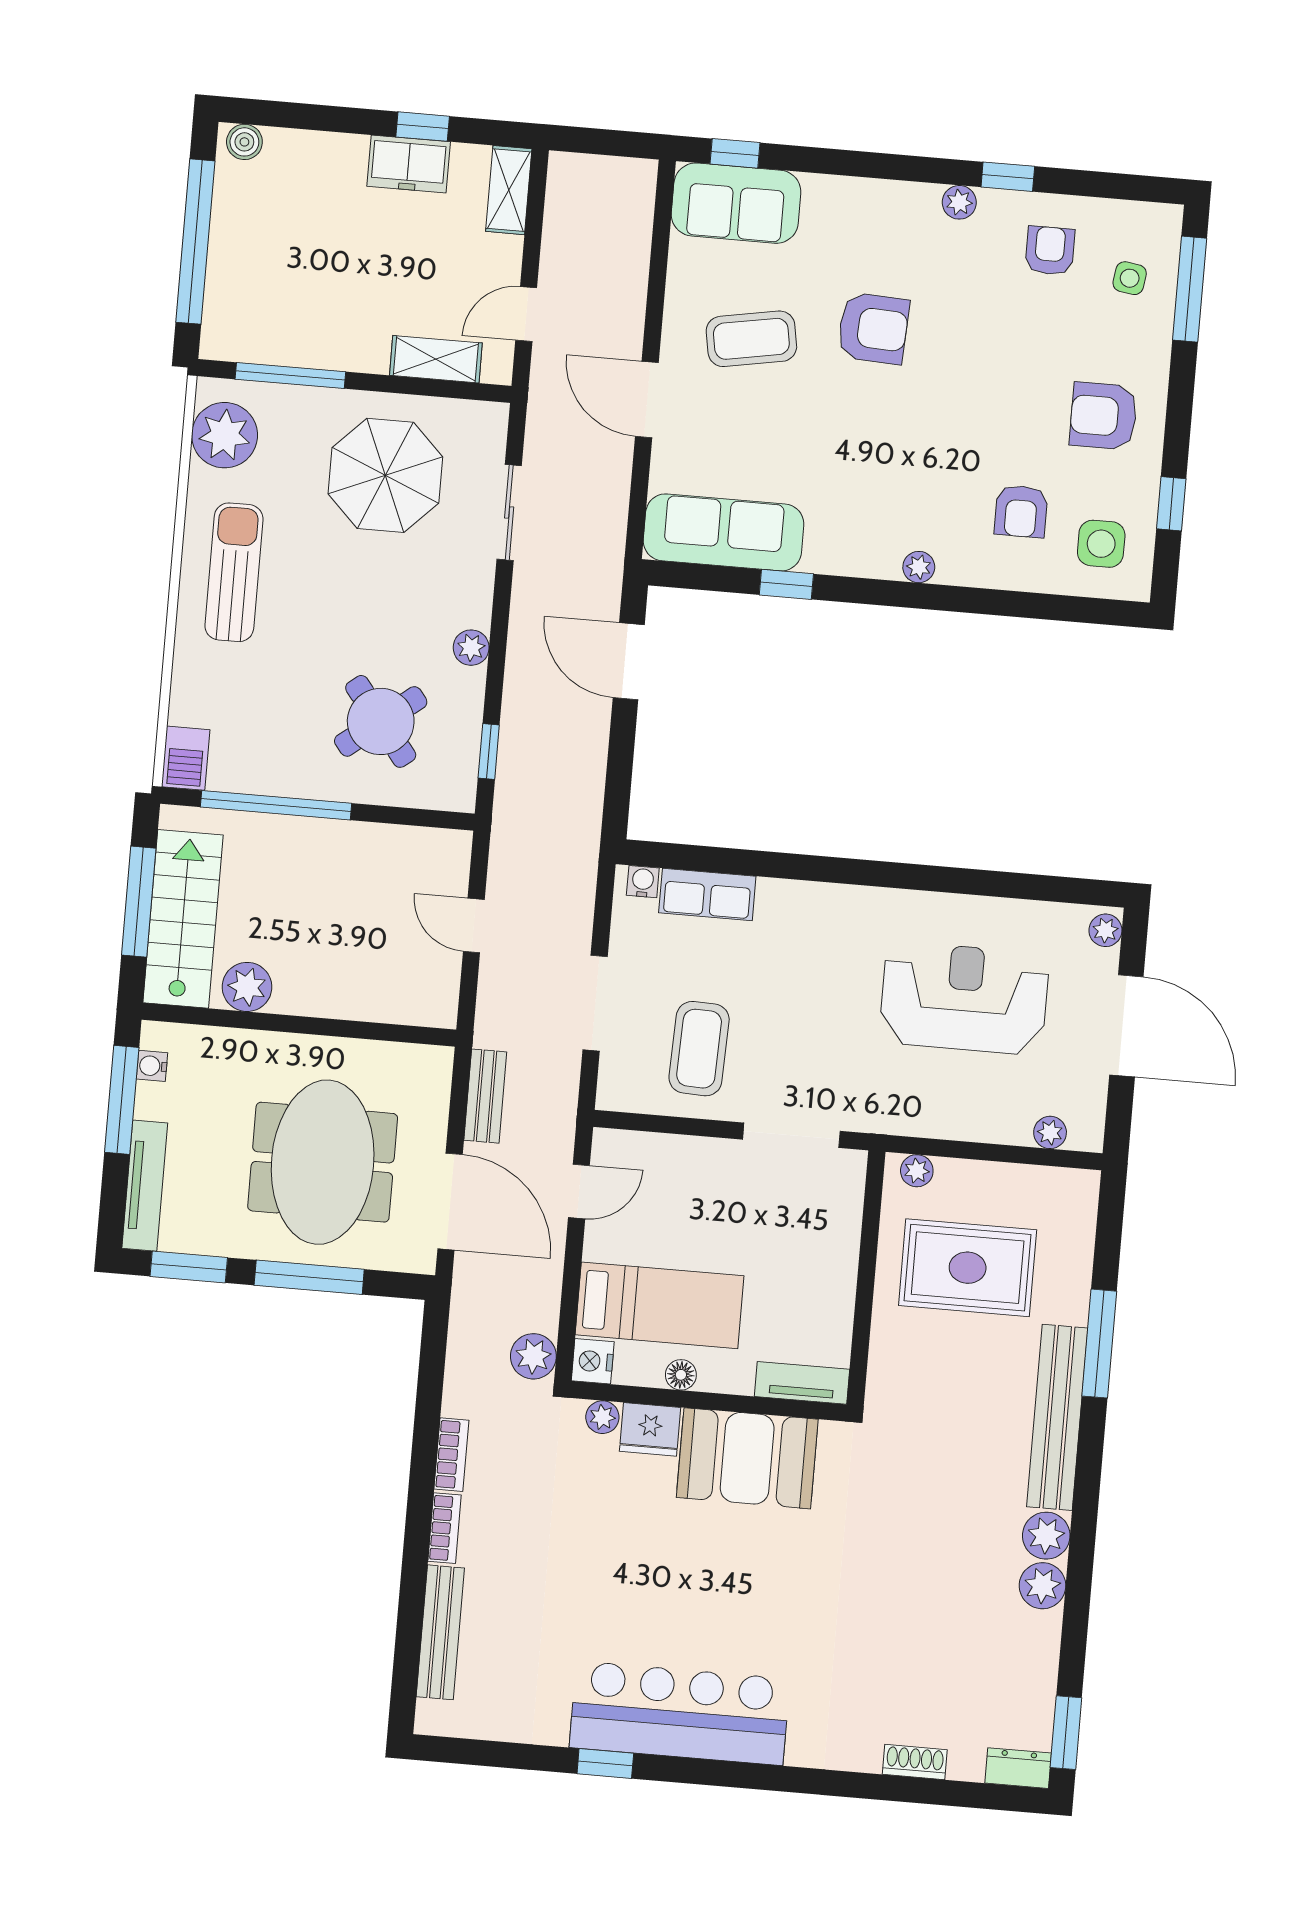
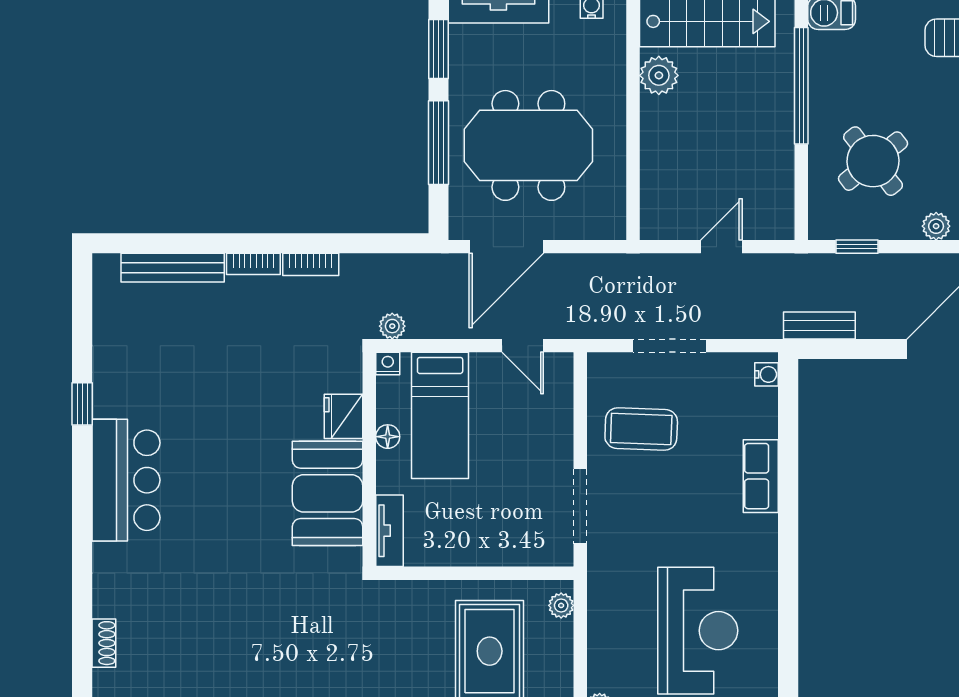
row of seats: (707, 895) -> (761, 476), moved
bench: (485, 1096) -> (819, 325), moved
plant: (533, 1356) -> (392, 326), width x0.73, depth x0.73
nightstand: (593, 1361) -> (388, 363), width x0.72, depth x0.74
plant: (602, 1417) -> (350, 379), removed
bar counter: (680, 1713) -> (126, 480), width x0.73

